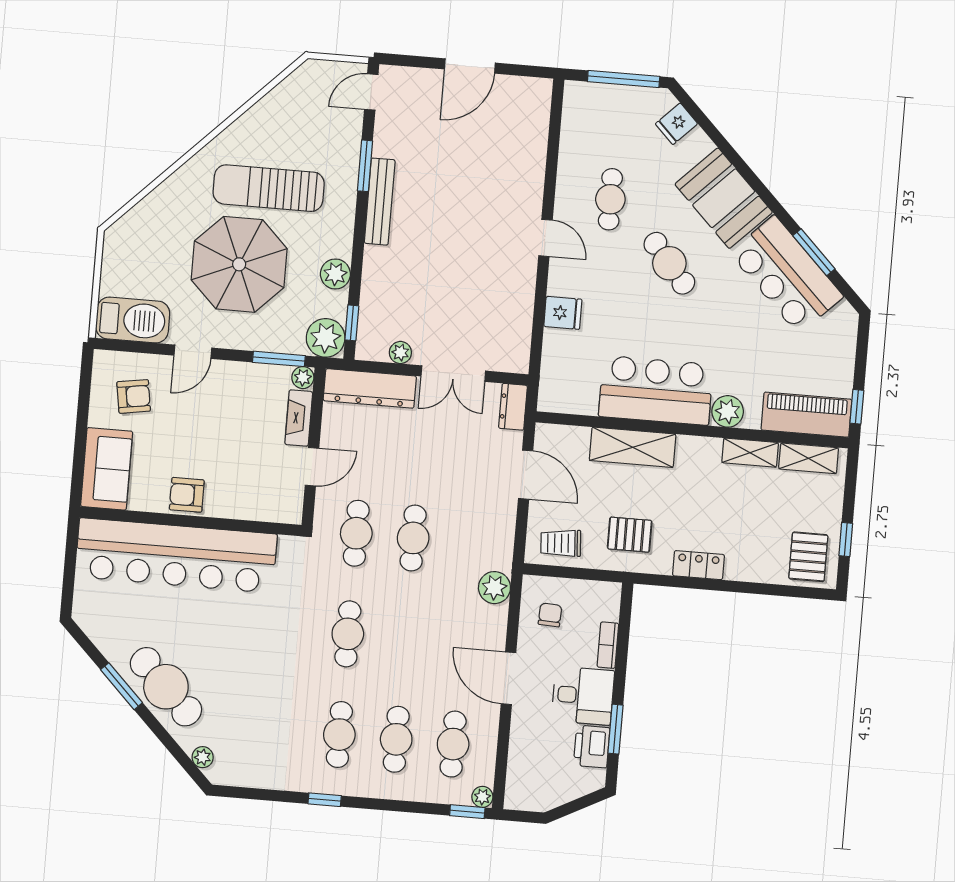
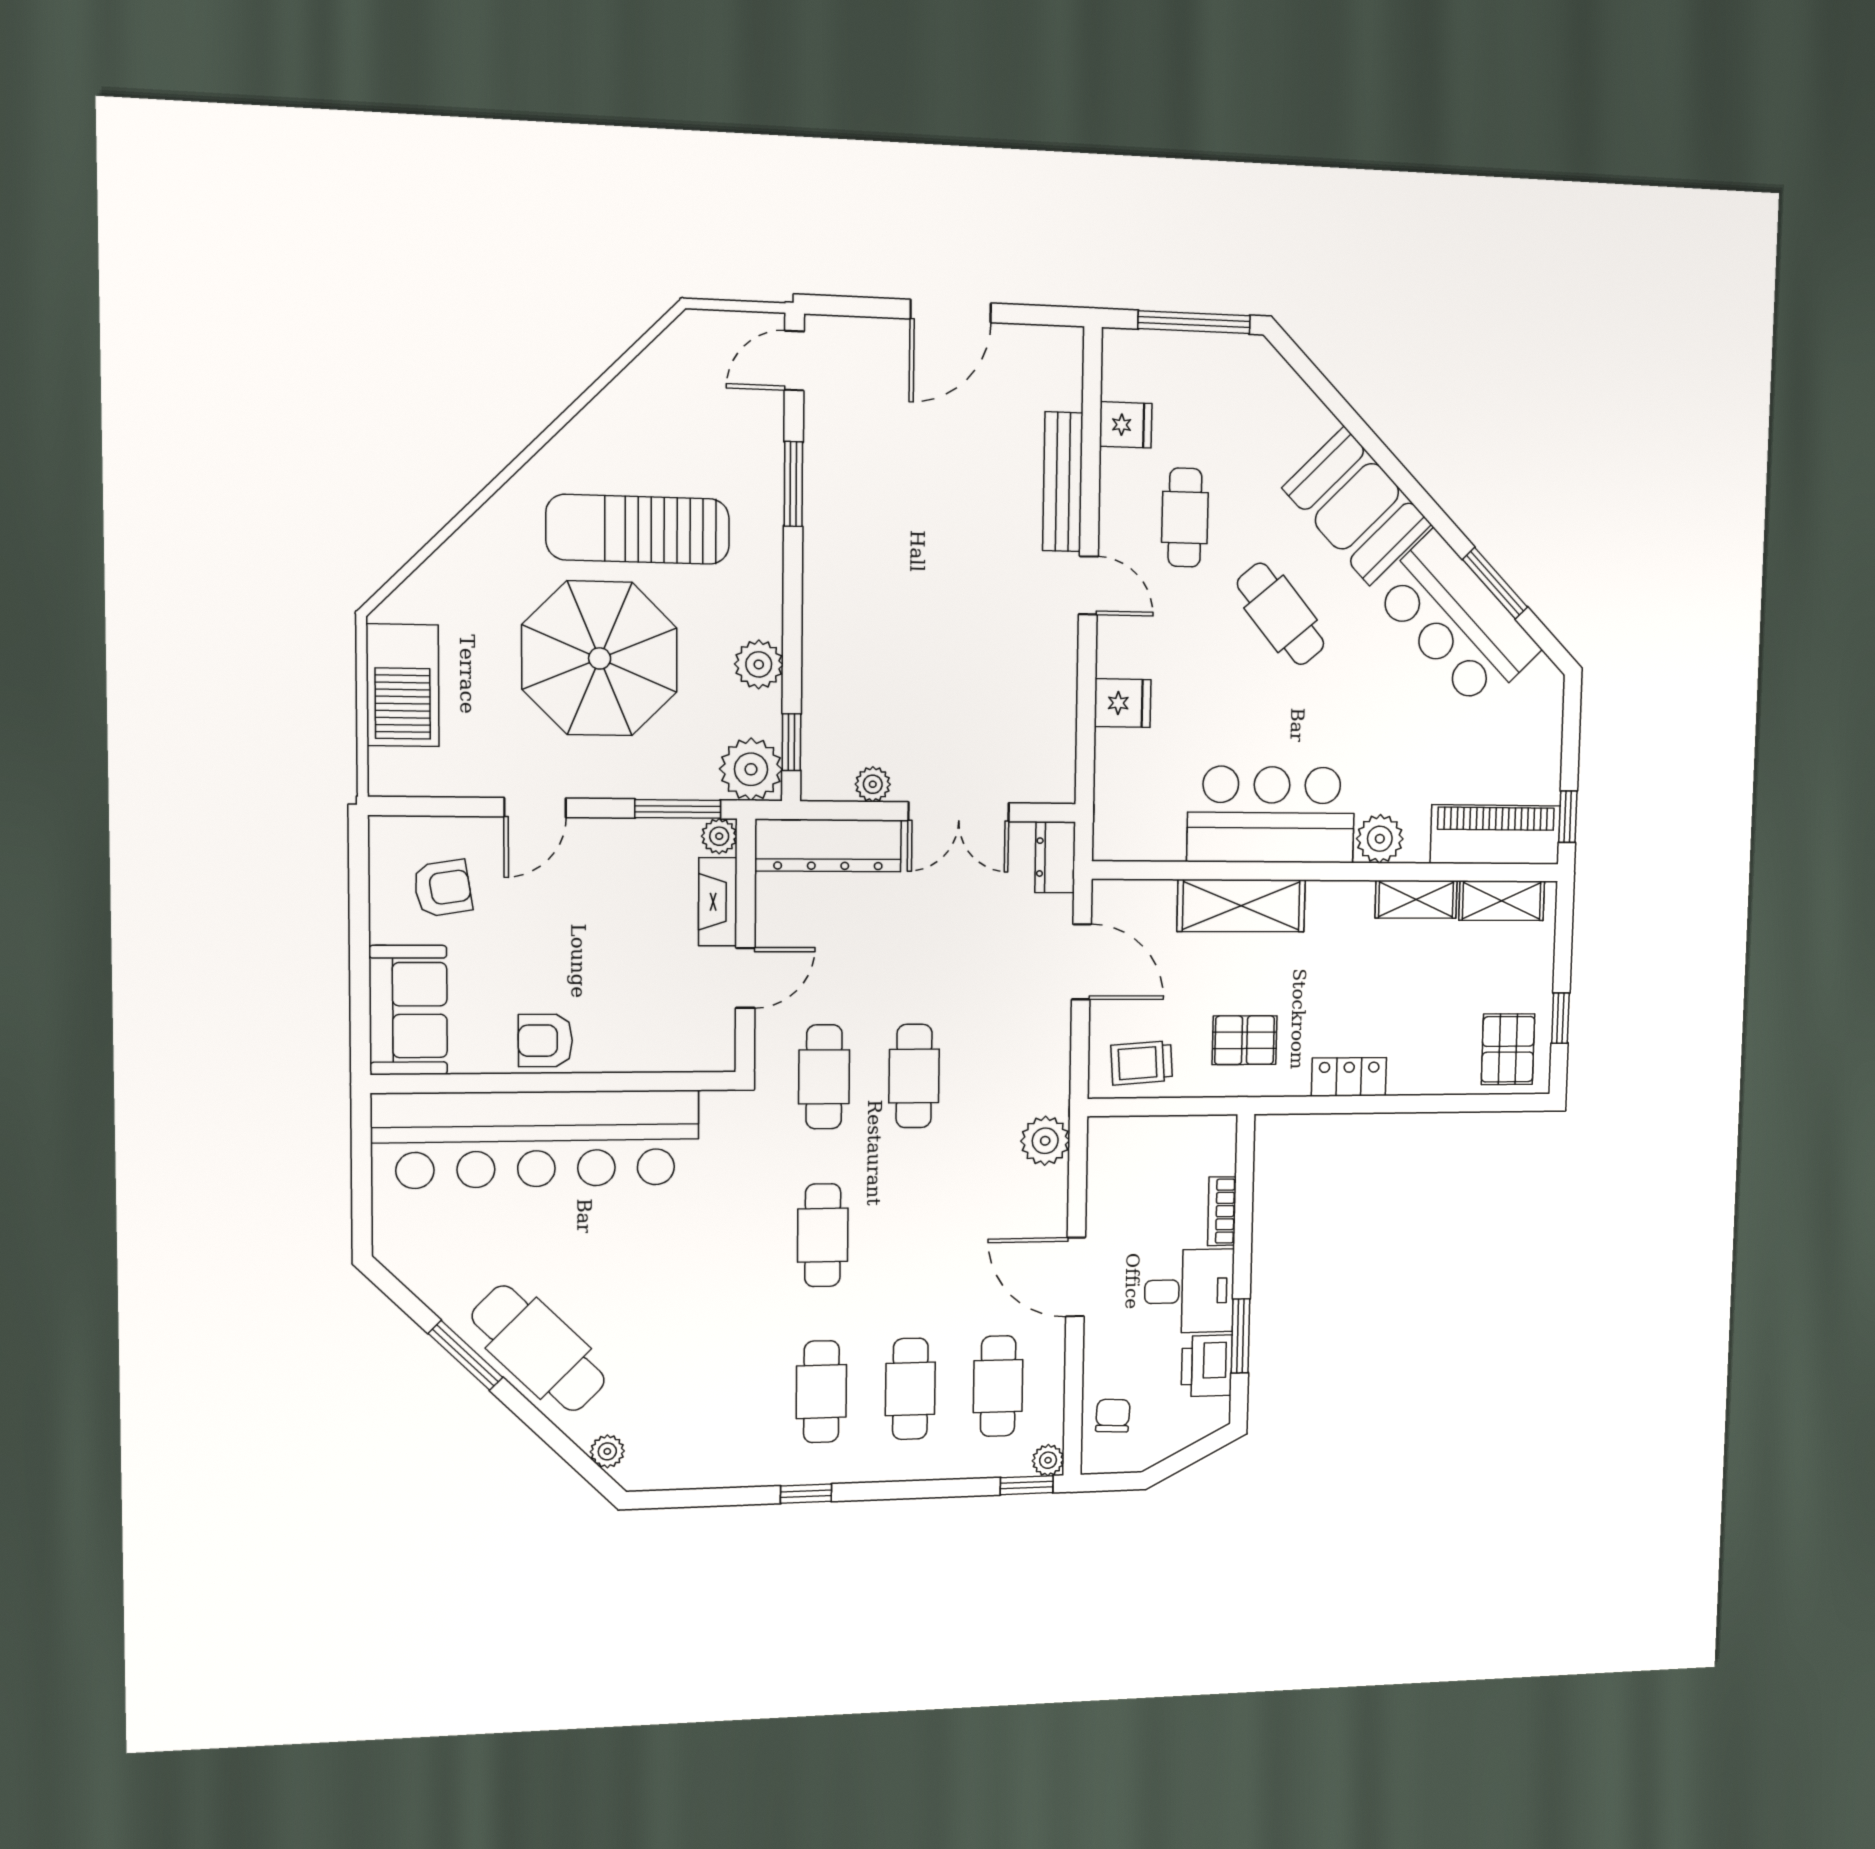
fridge: (677, 124) -> (1126, 425), moved, turned -135
bench: (380, 202) -> (1063, 482), moved
barbecue: (133, 320) -> (403, 685), moved, turned 90
chair: (550, 615) -> (1113, 1416), moved

